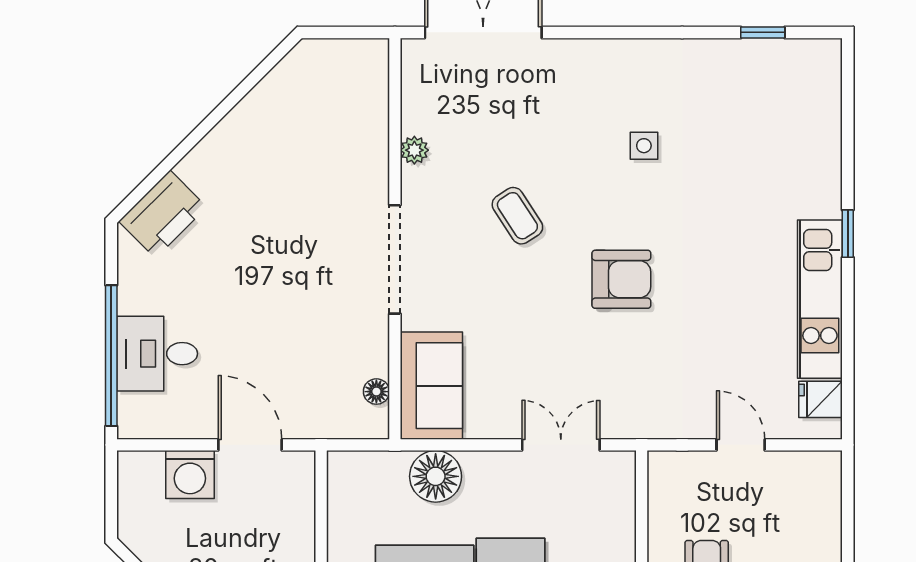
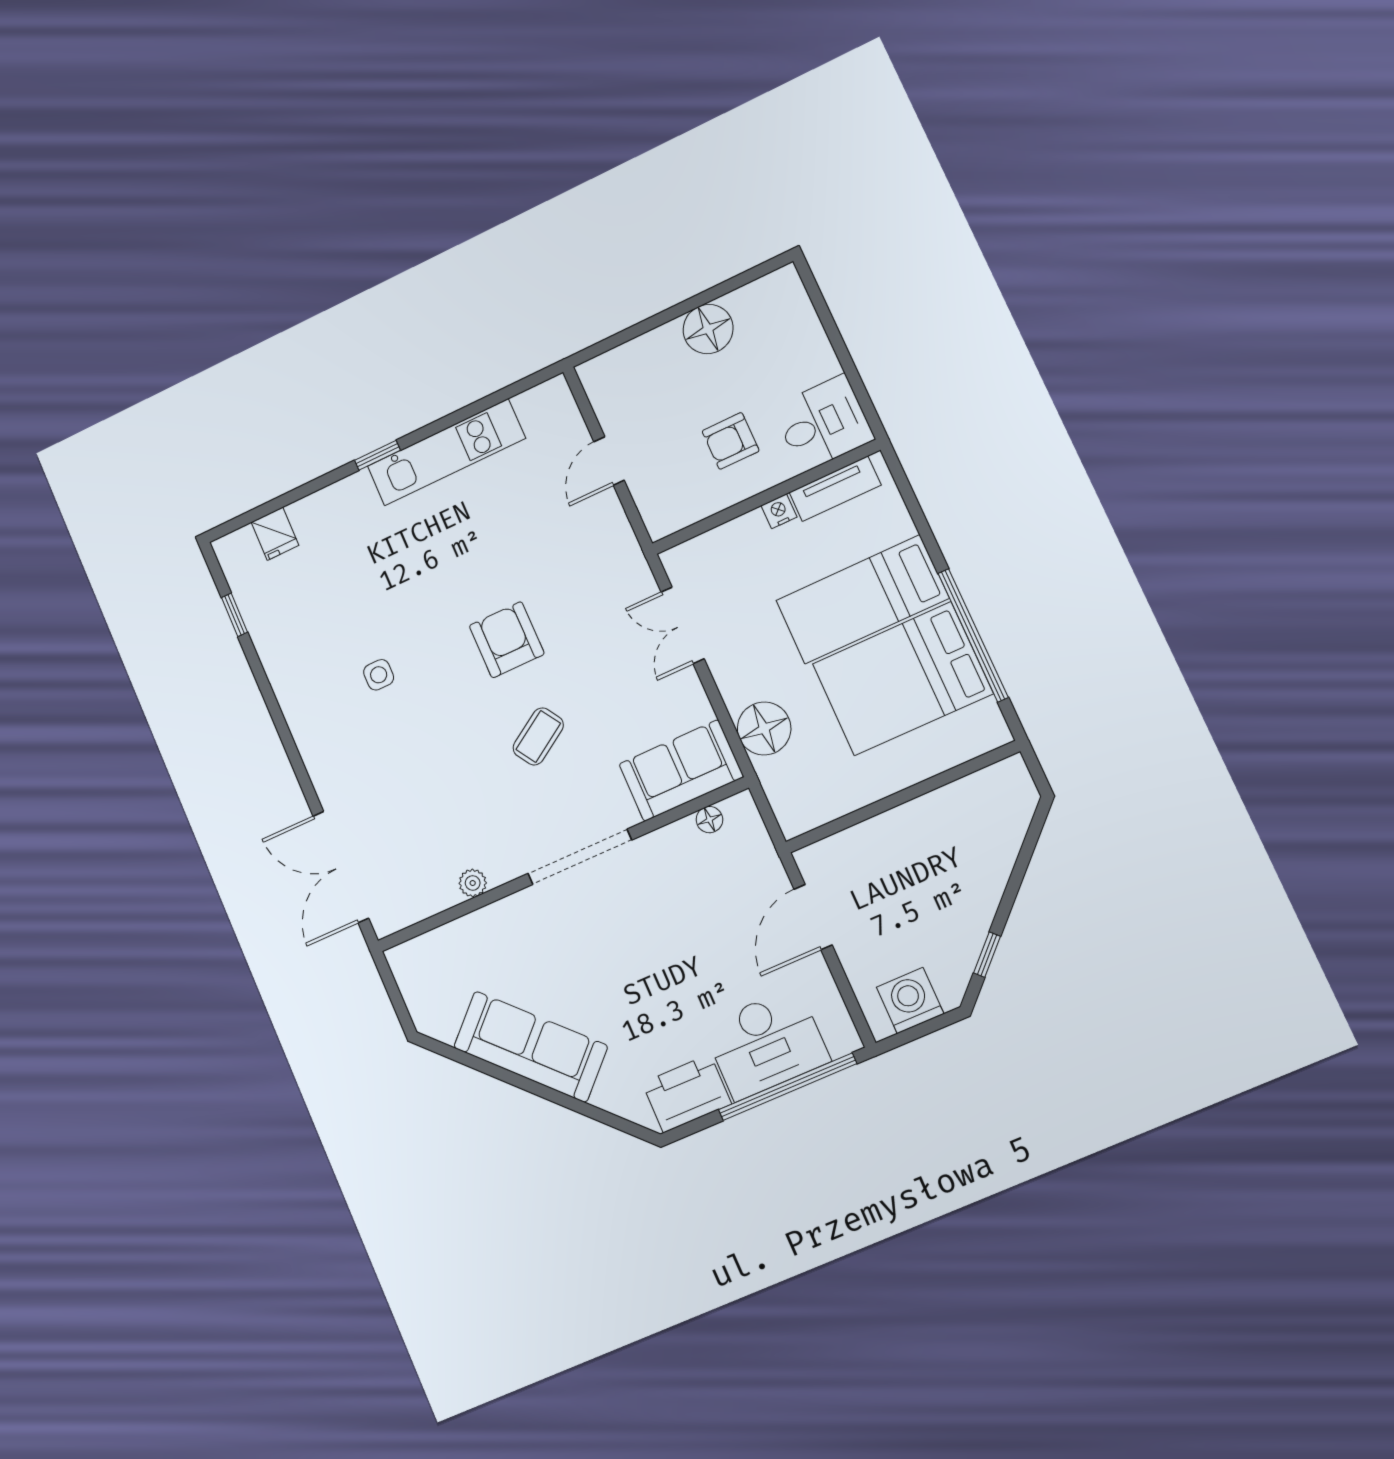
sofa: (244, 139) -> (530, 1047), added
printer: (163, 214) -> (687, 1093), moved, turned -45
coffee table: (517, 216) -> (538, 736), moved
desk: (157, 354) -> (766, 1043), width x1.37
fridge: (821, 399) -> (275, 534), moved
washing machine: (190, 475) -> (910, 1001), moved, turned -90

